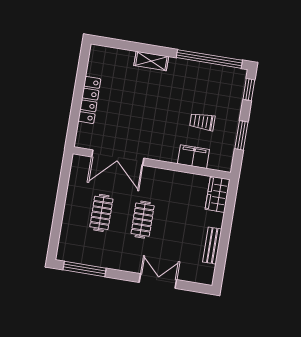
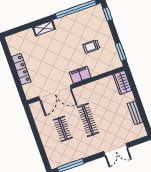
window: (241, 135) -> (121, 52), moved
filing cabinet: (193, 157) -> (80, 75), moved
clothes rail: (143, 220) -> (88, 120), width x1.36
double door: (158, 281) -> (116, 150), swing flipped

